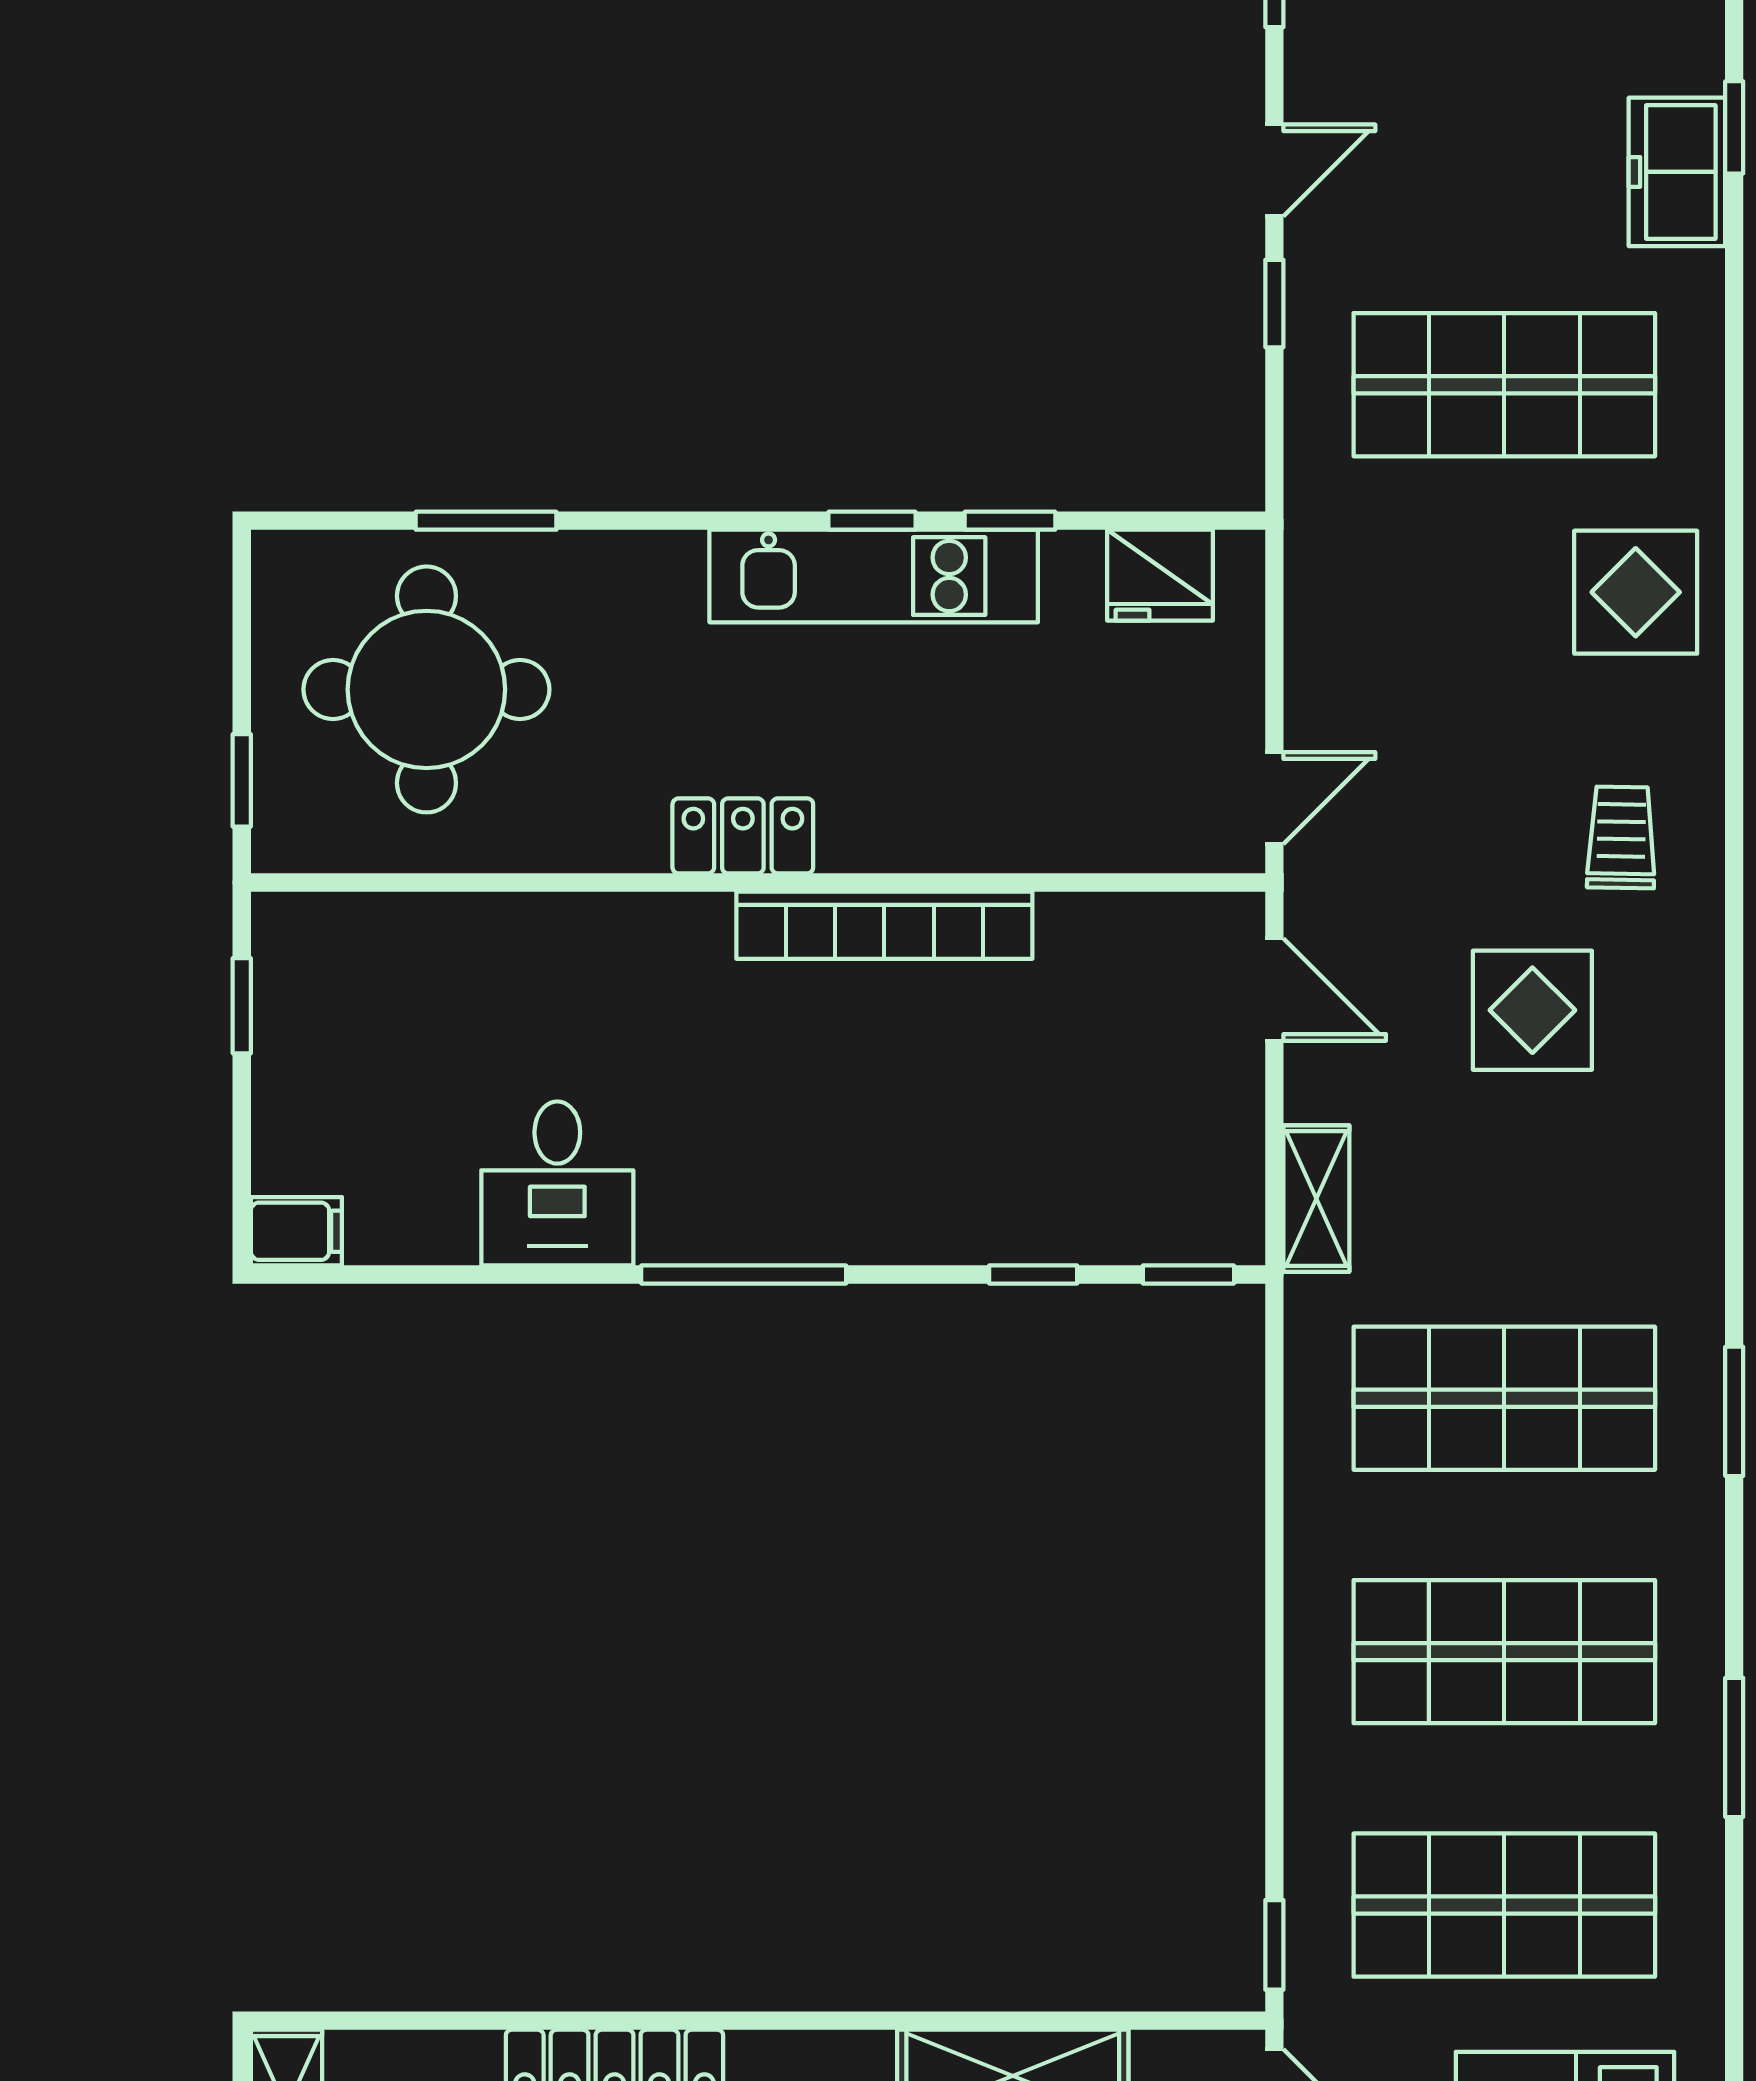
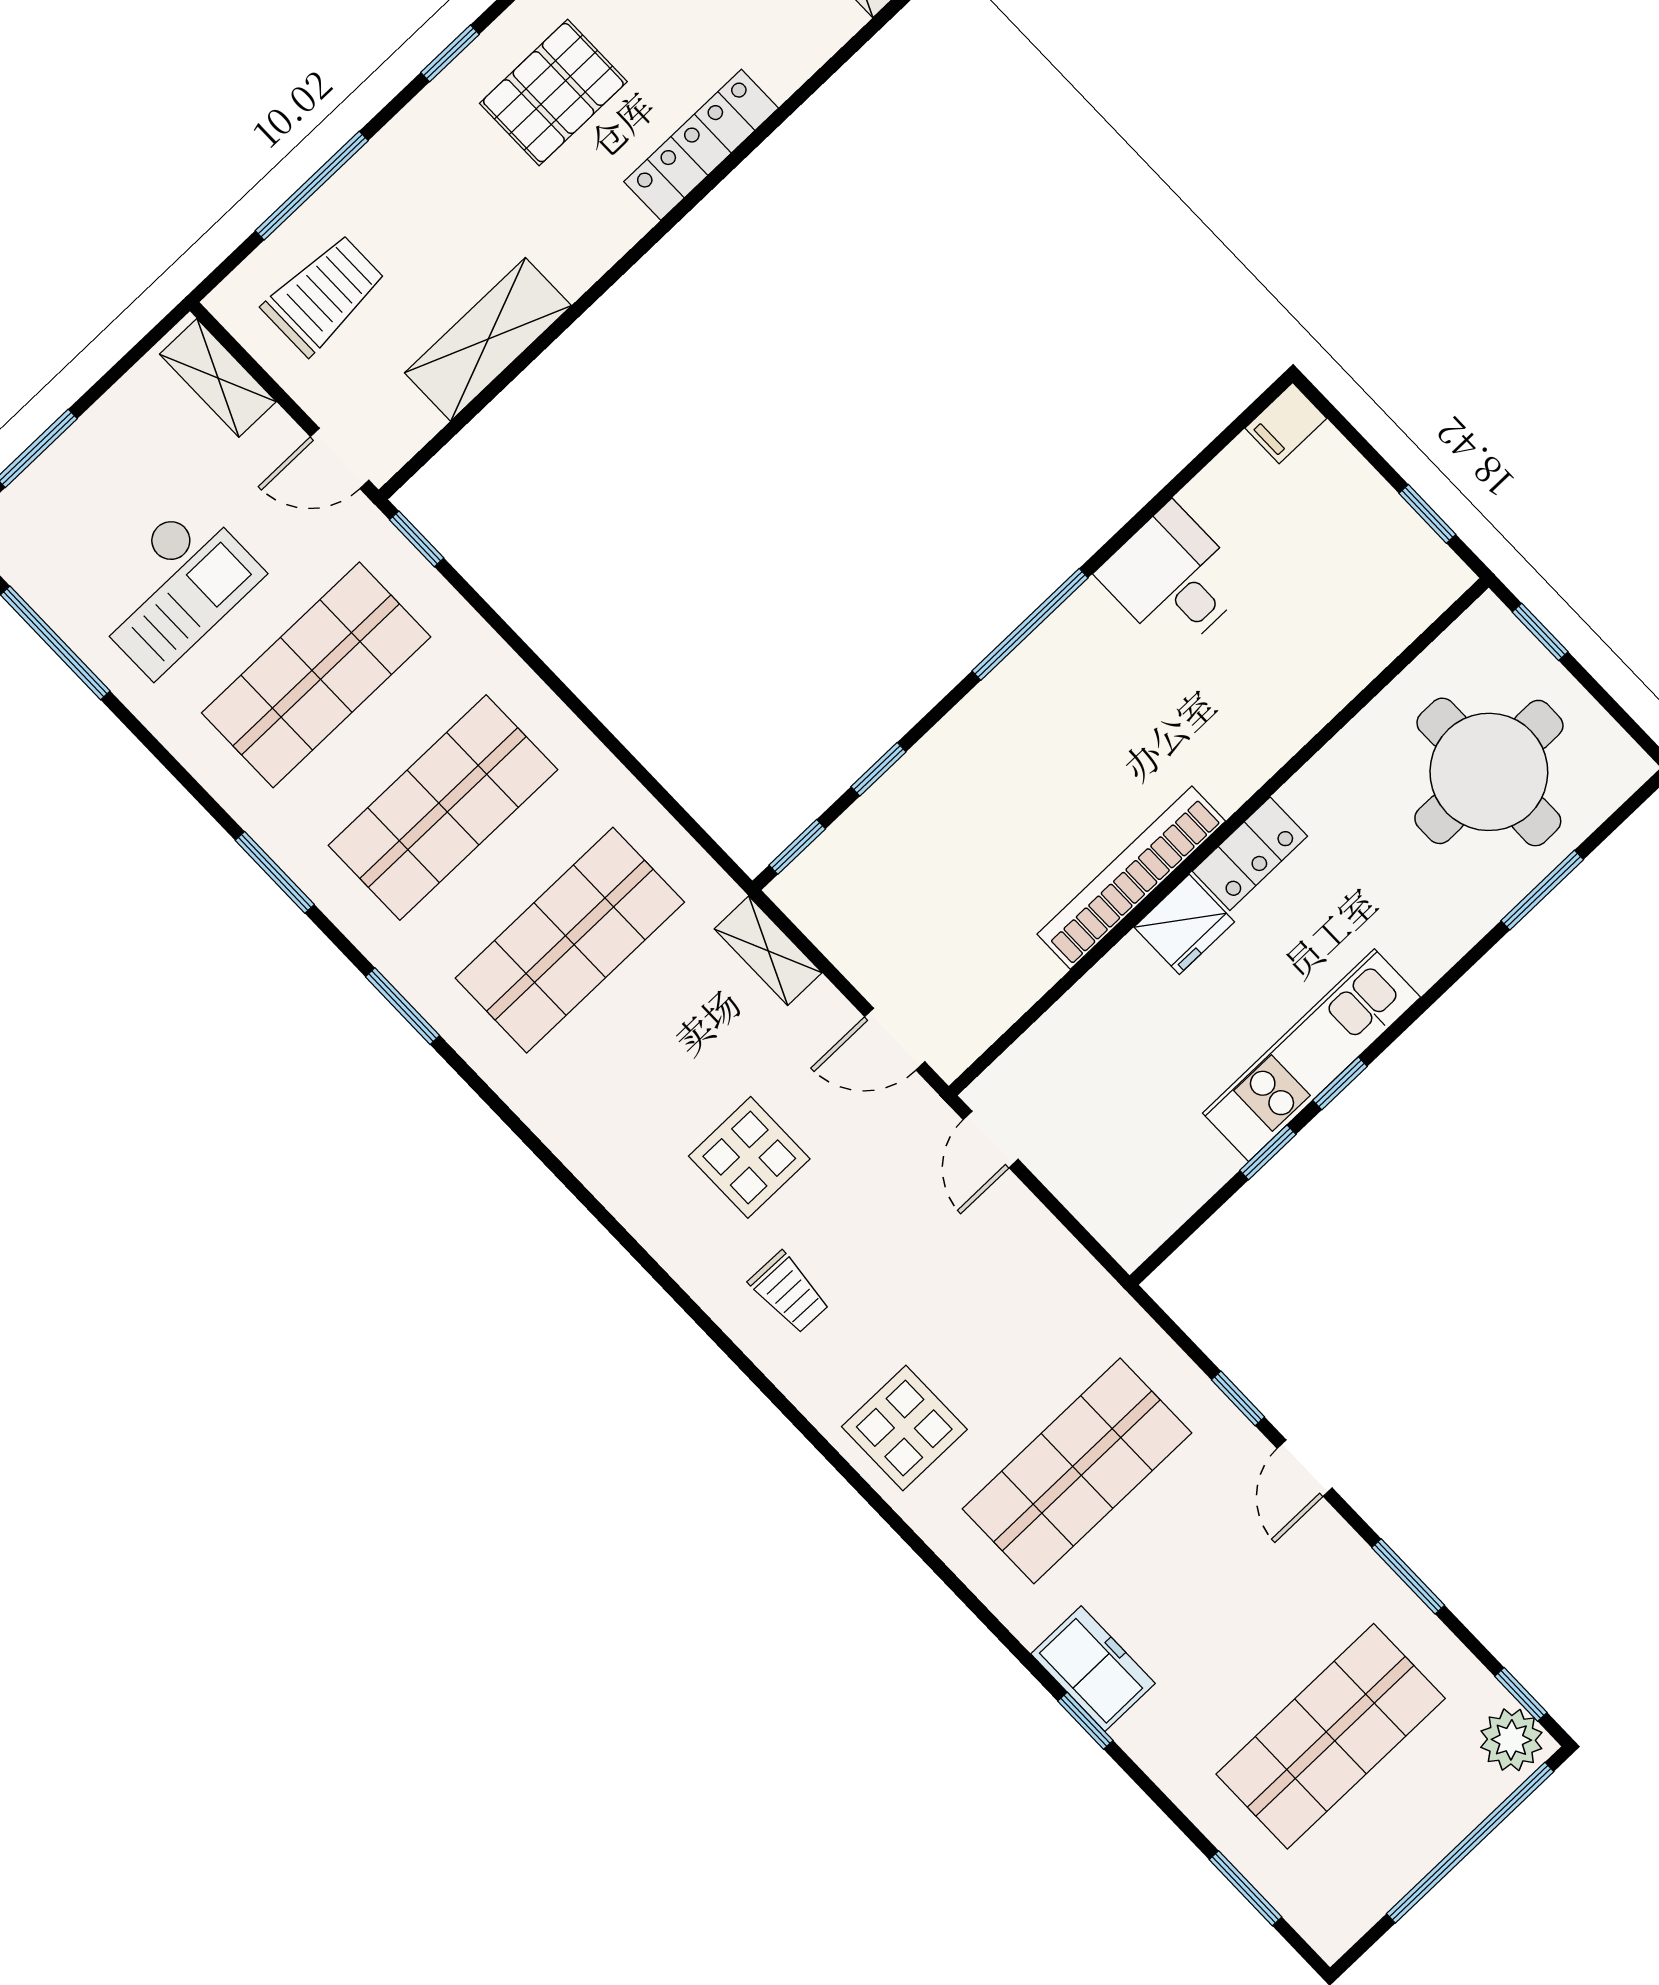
fridge: (1160, 575) -> (1184, 924), moved, turned 180
window: (1734, 1411) -> (402, 1006), moved

